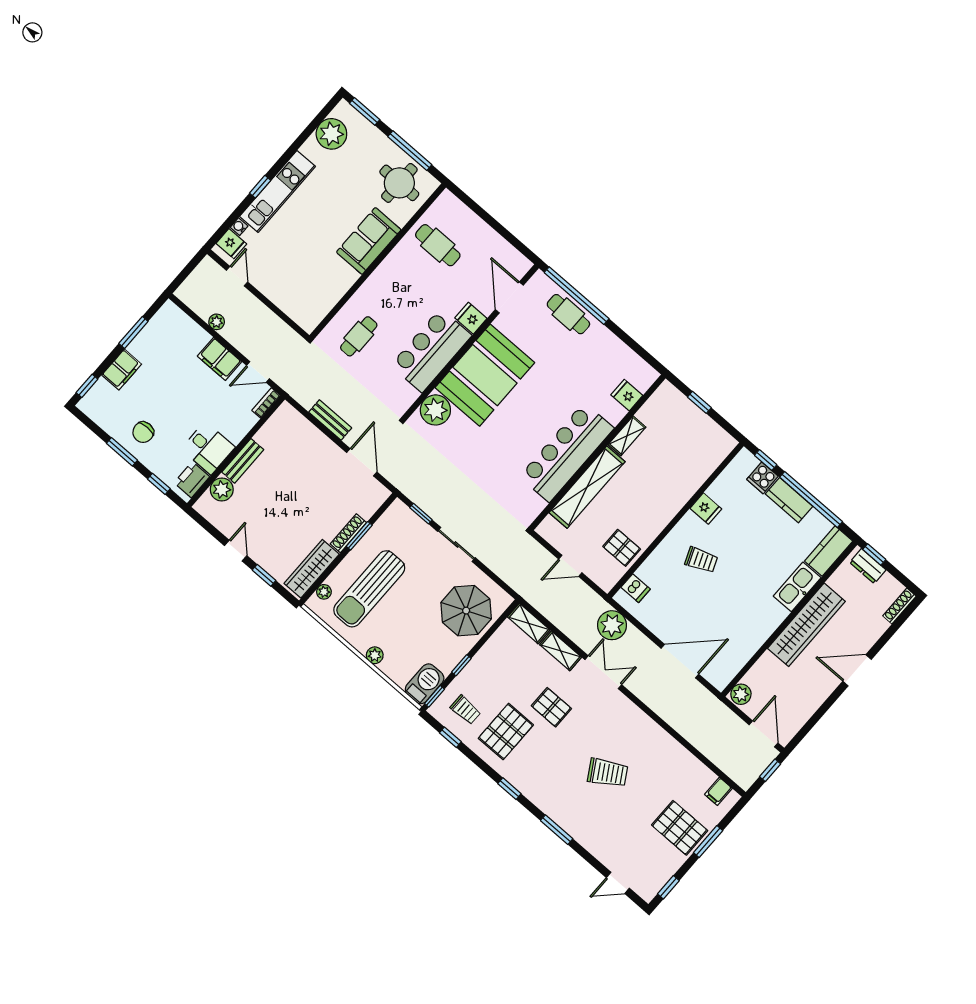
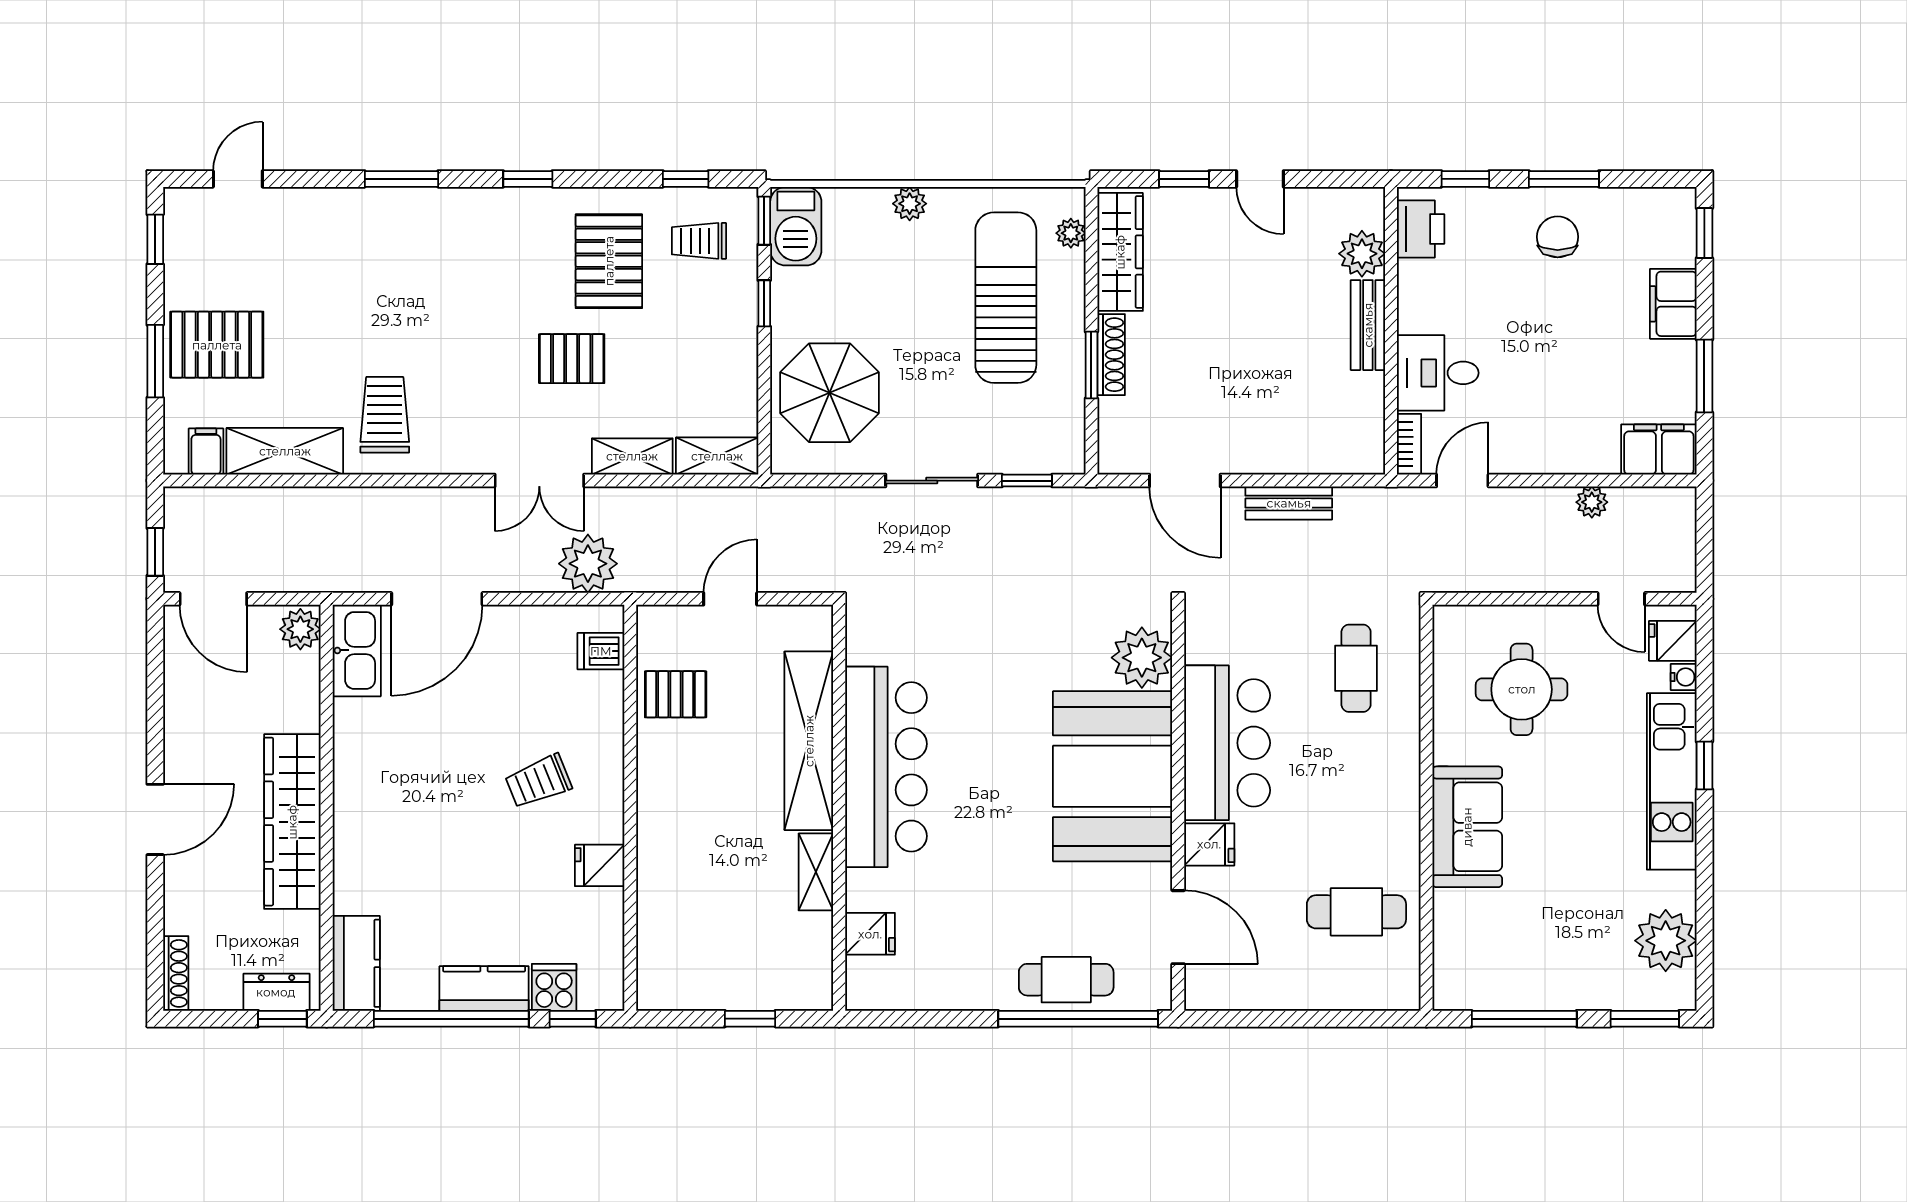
round table: (399, 183) -> (1522, 689), moved
filing cabinet: (219, 359) -> (1659, 449), moved
desk: (208, 448) -> (1438, 373), moved
kitchen sink: (797, 587) -> (357, 650), moved
shelving: (689, 766) -> (285, 451), added
trolley: (608, 773) -> (385, 415), moved, turned 121

